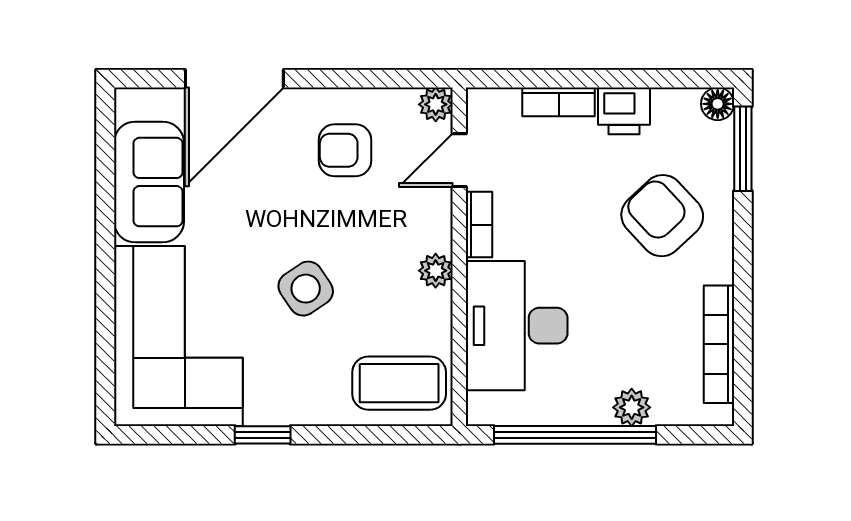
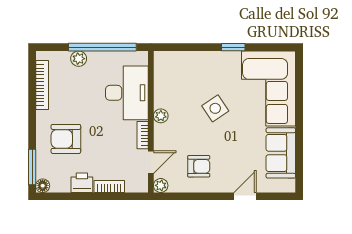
door: (234, 79) -> (245, 196), width x0.53
armchair: (662, 216) -> (66, 139), turned 133
coffee table: (399, 383) -> (176, 69), removed

